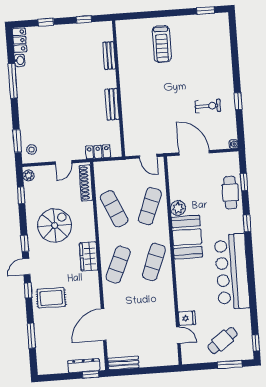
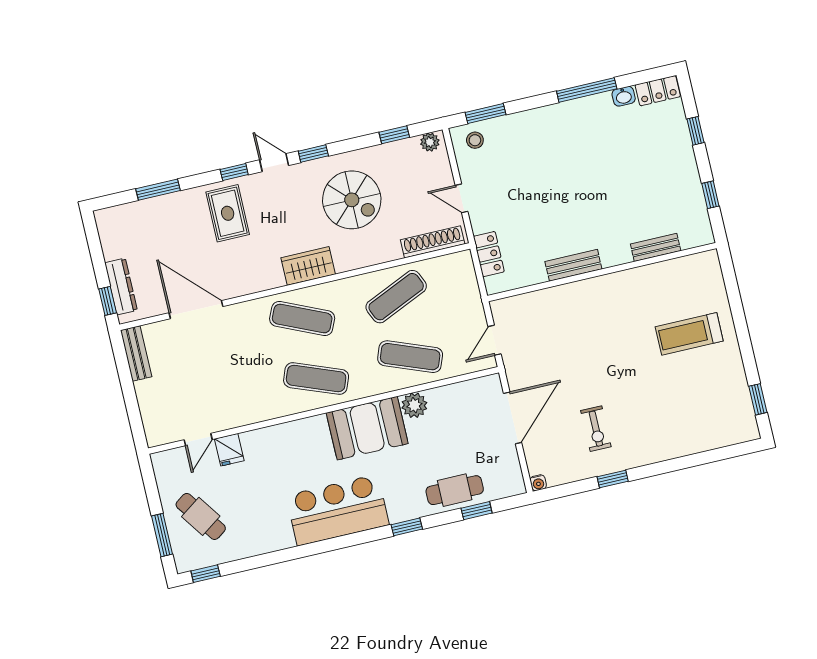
bar counter: (232, 271) -> (338, 510), width x0.73

